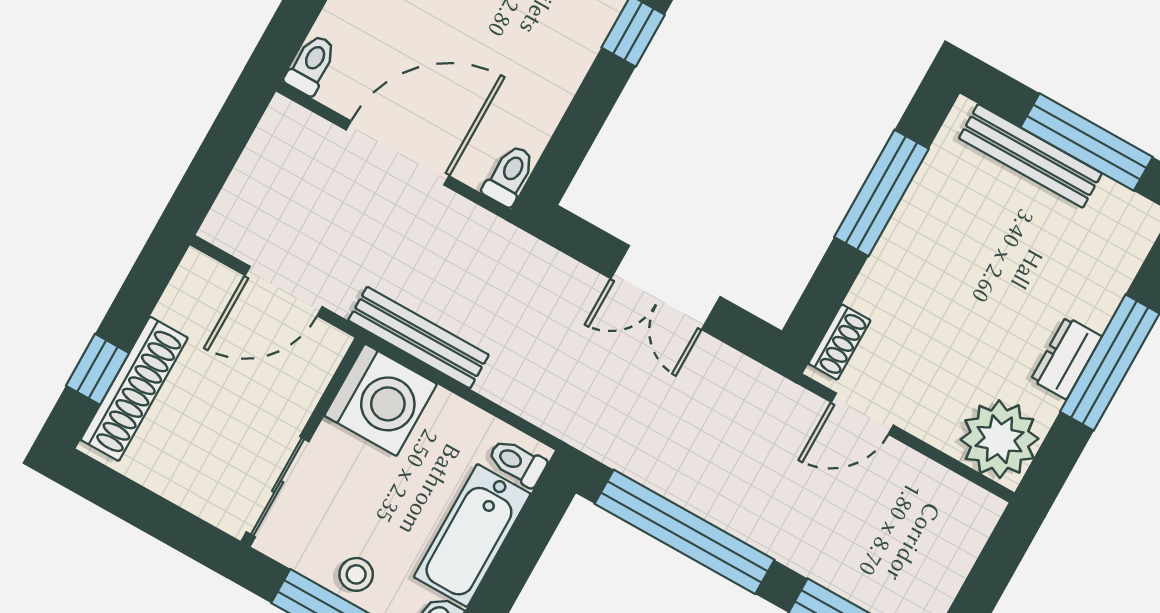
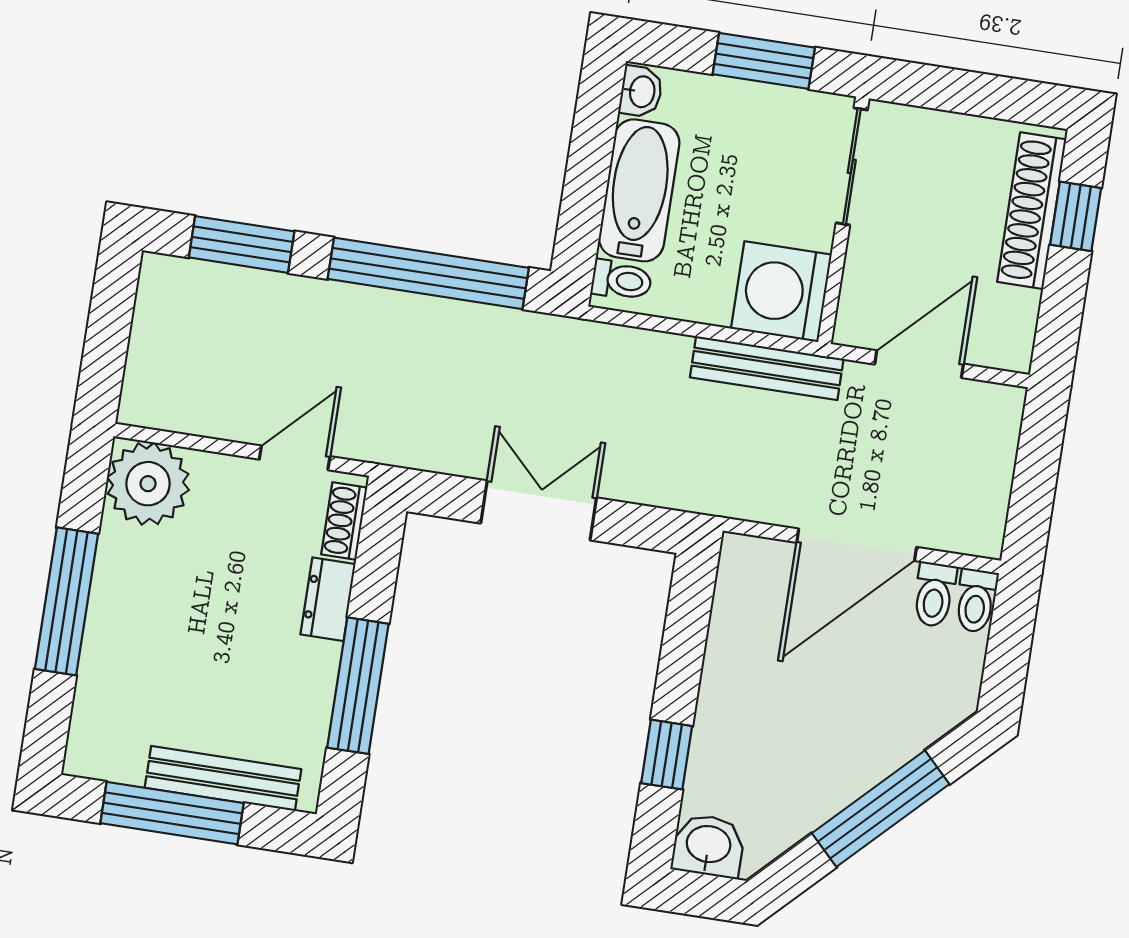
toilet: (509, 176) -> (934, 595), moved
dresser: (1066, 358) -> (328, 599), moved, turned 180
stool: (356, 574) -> (741, 108), removed

